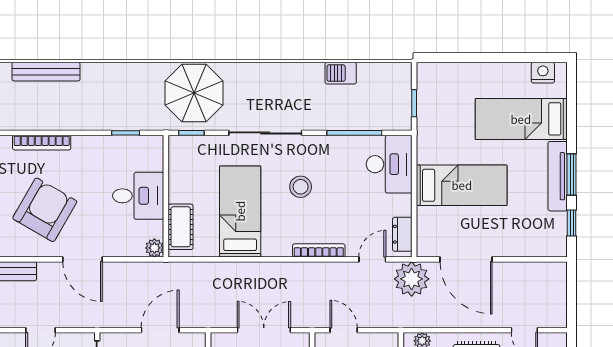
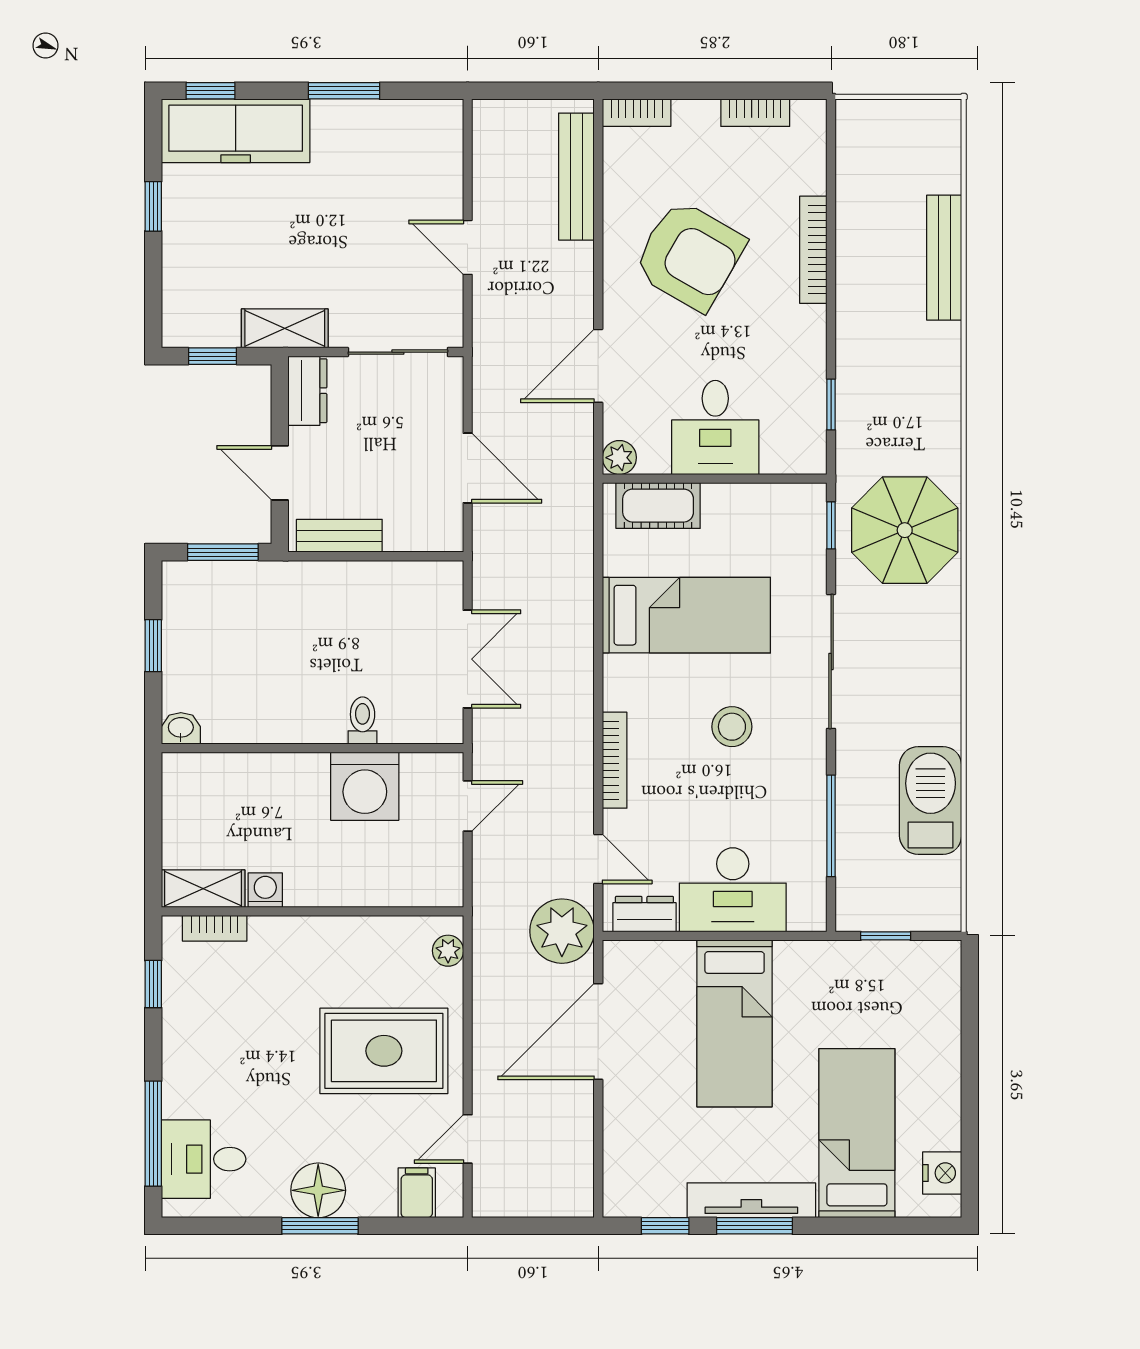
barbecue: (341, 73) -> (931, 800), width x1.88, depth x1.53
desk: (389, 164) -> (733, 890), moved
door: (83, 259) -> (598, 366), moved

